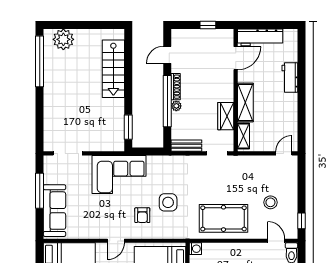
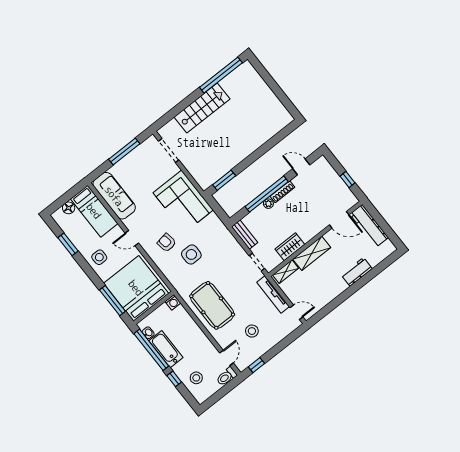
plant: (63, 39) -> (251, 80), removed
stairs: (113, 69) -> (202, 108), moved, turned 180
tv unit: (254, 161) -> (273, 294), added
sofa: (54, 211) -> (114, 196), moved, turned -90
armchair: (142, 215) -> (167, 243), turned 81

